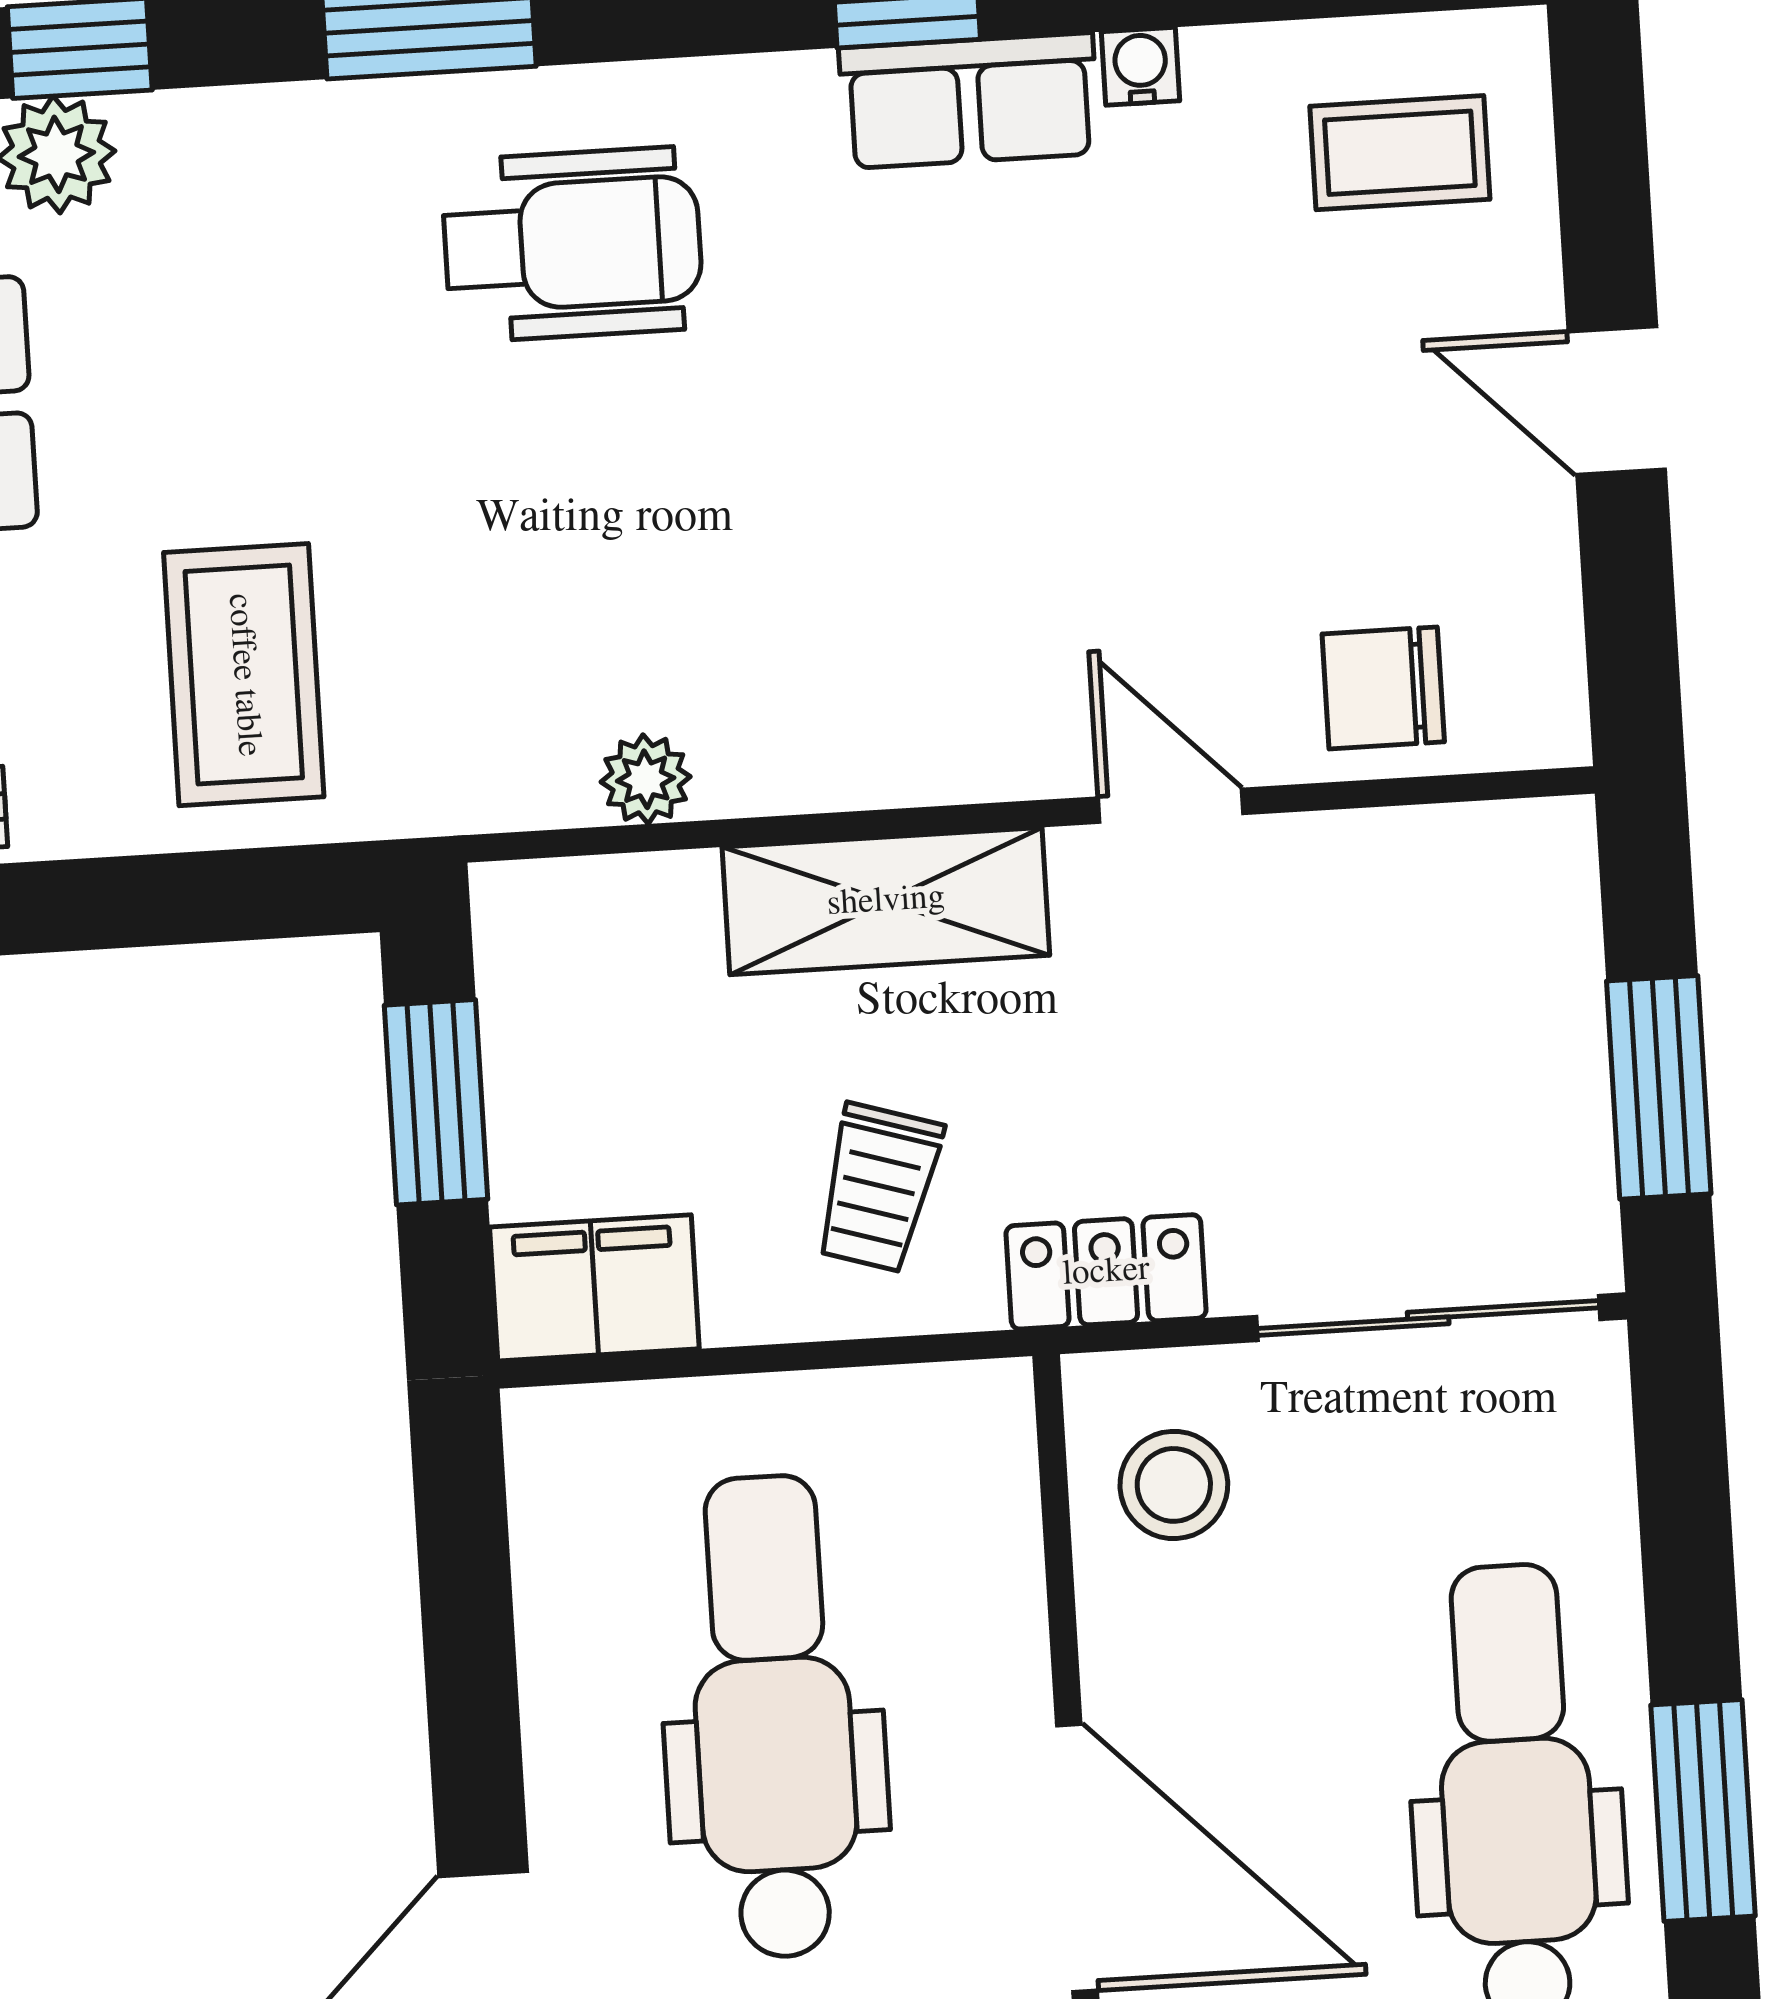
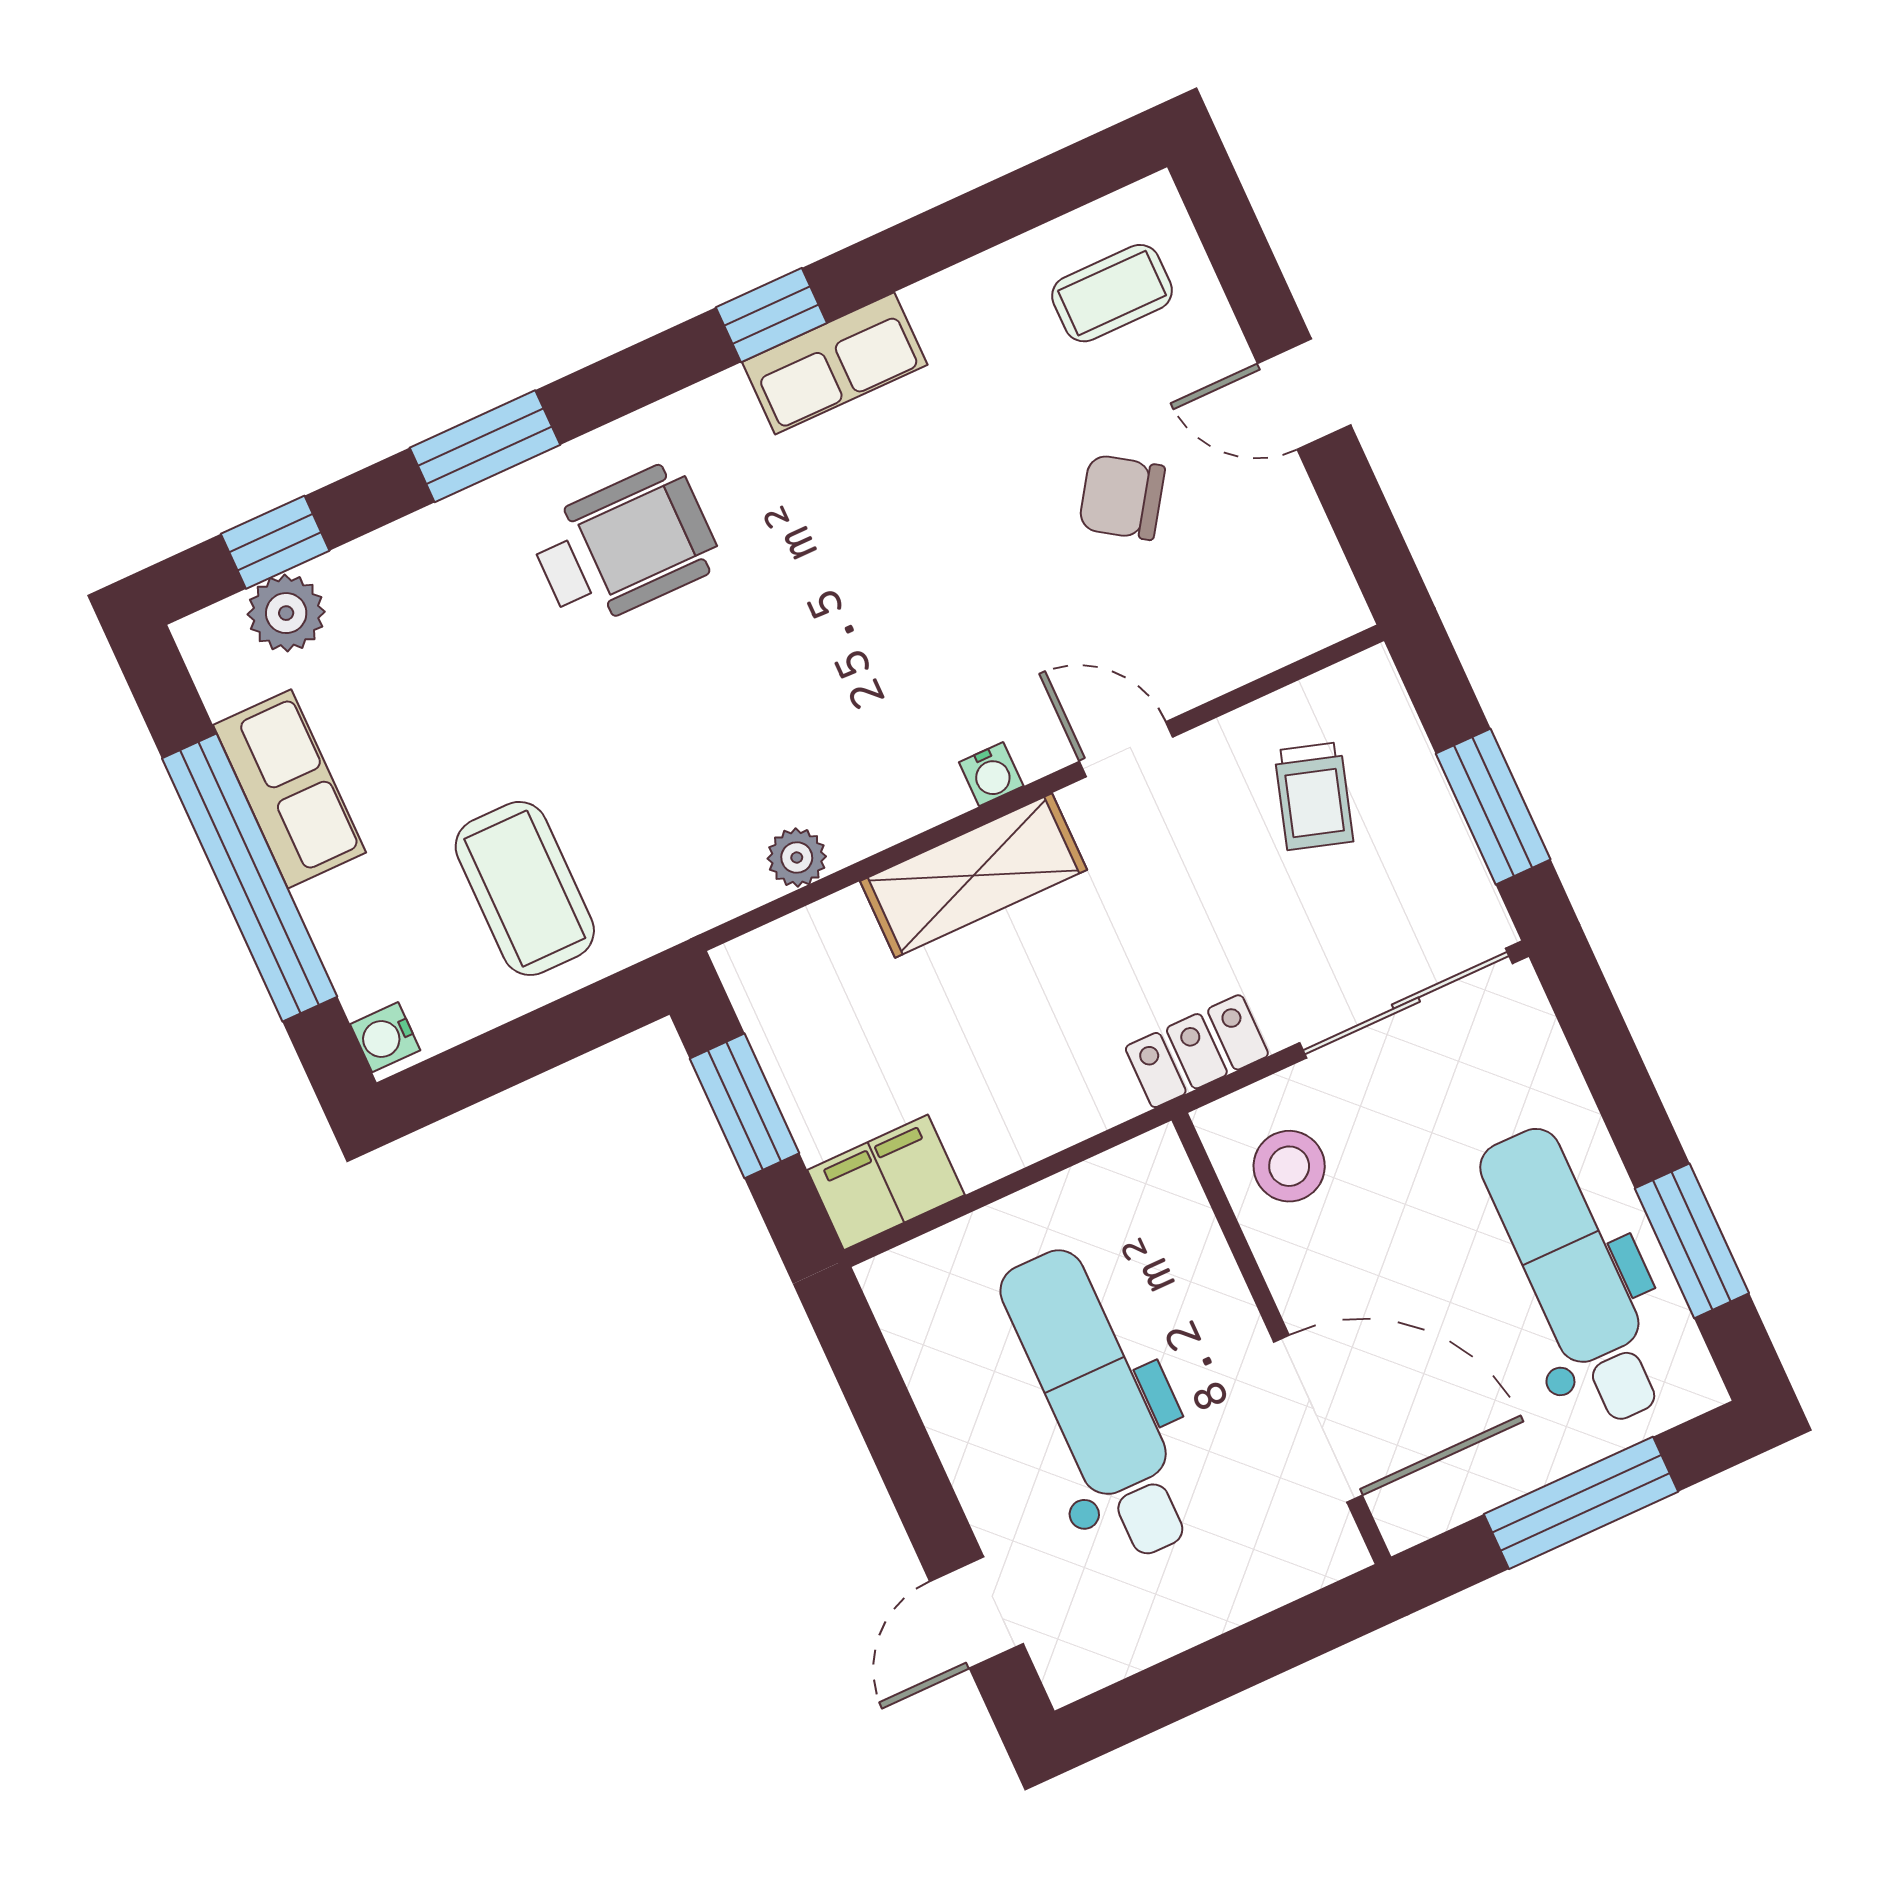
water cooler: (1141, 66) -> (991, 774), moved, turned 180
chair: (1383, 688) -> (1122, 497), moved, turned 34
trolley: (878, 1188) -> (1314, 796), moved

